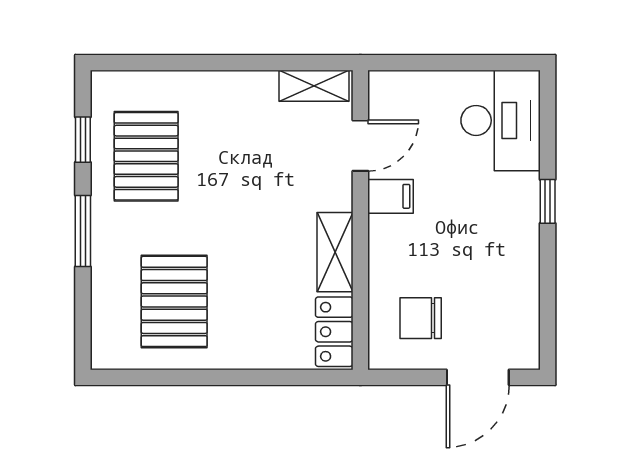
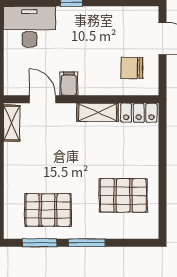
window: (83, 140) -> (40, 243), width x1.50
chair: (421, 318) -> (132, 68), turned 90

